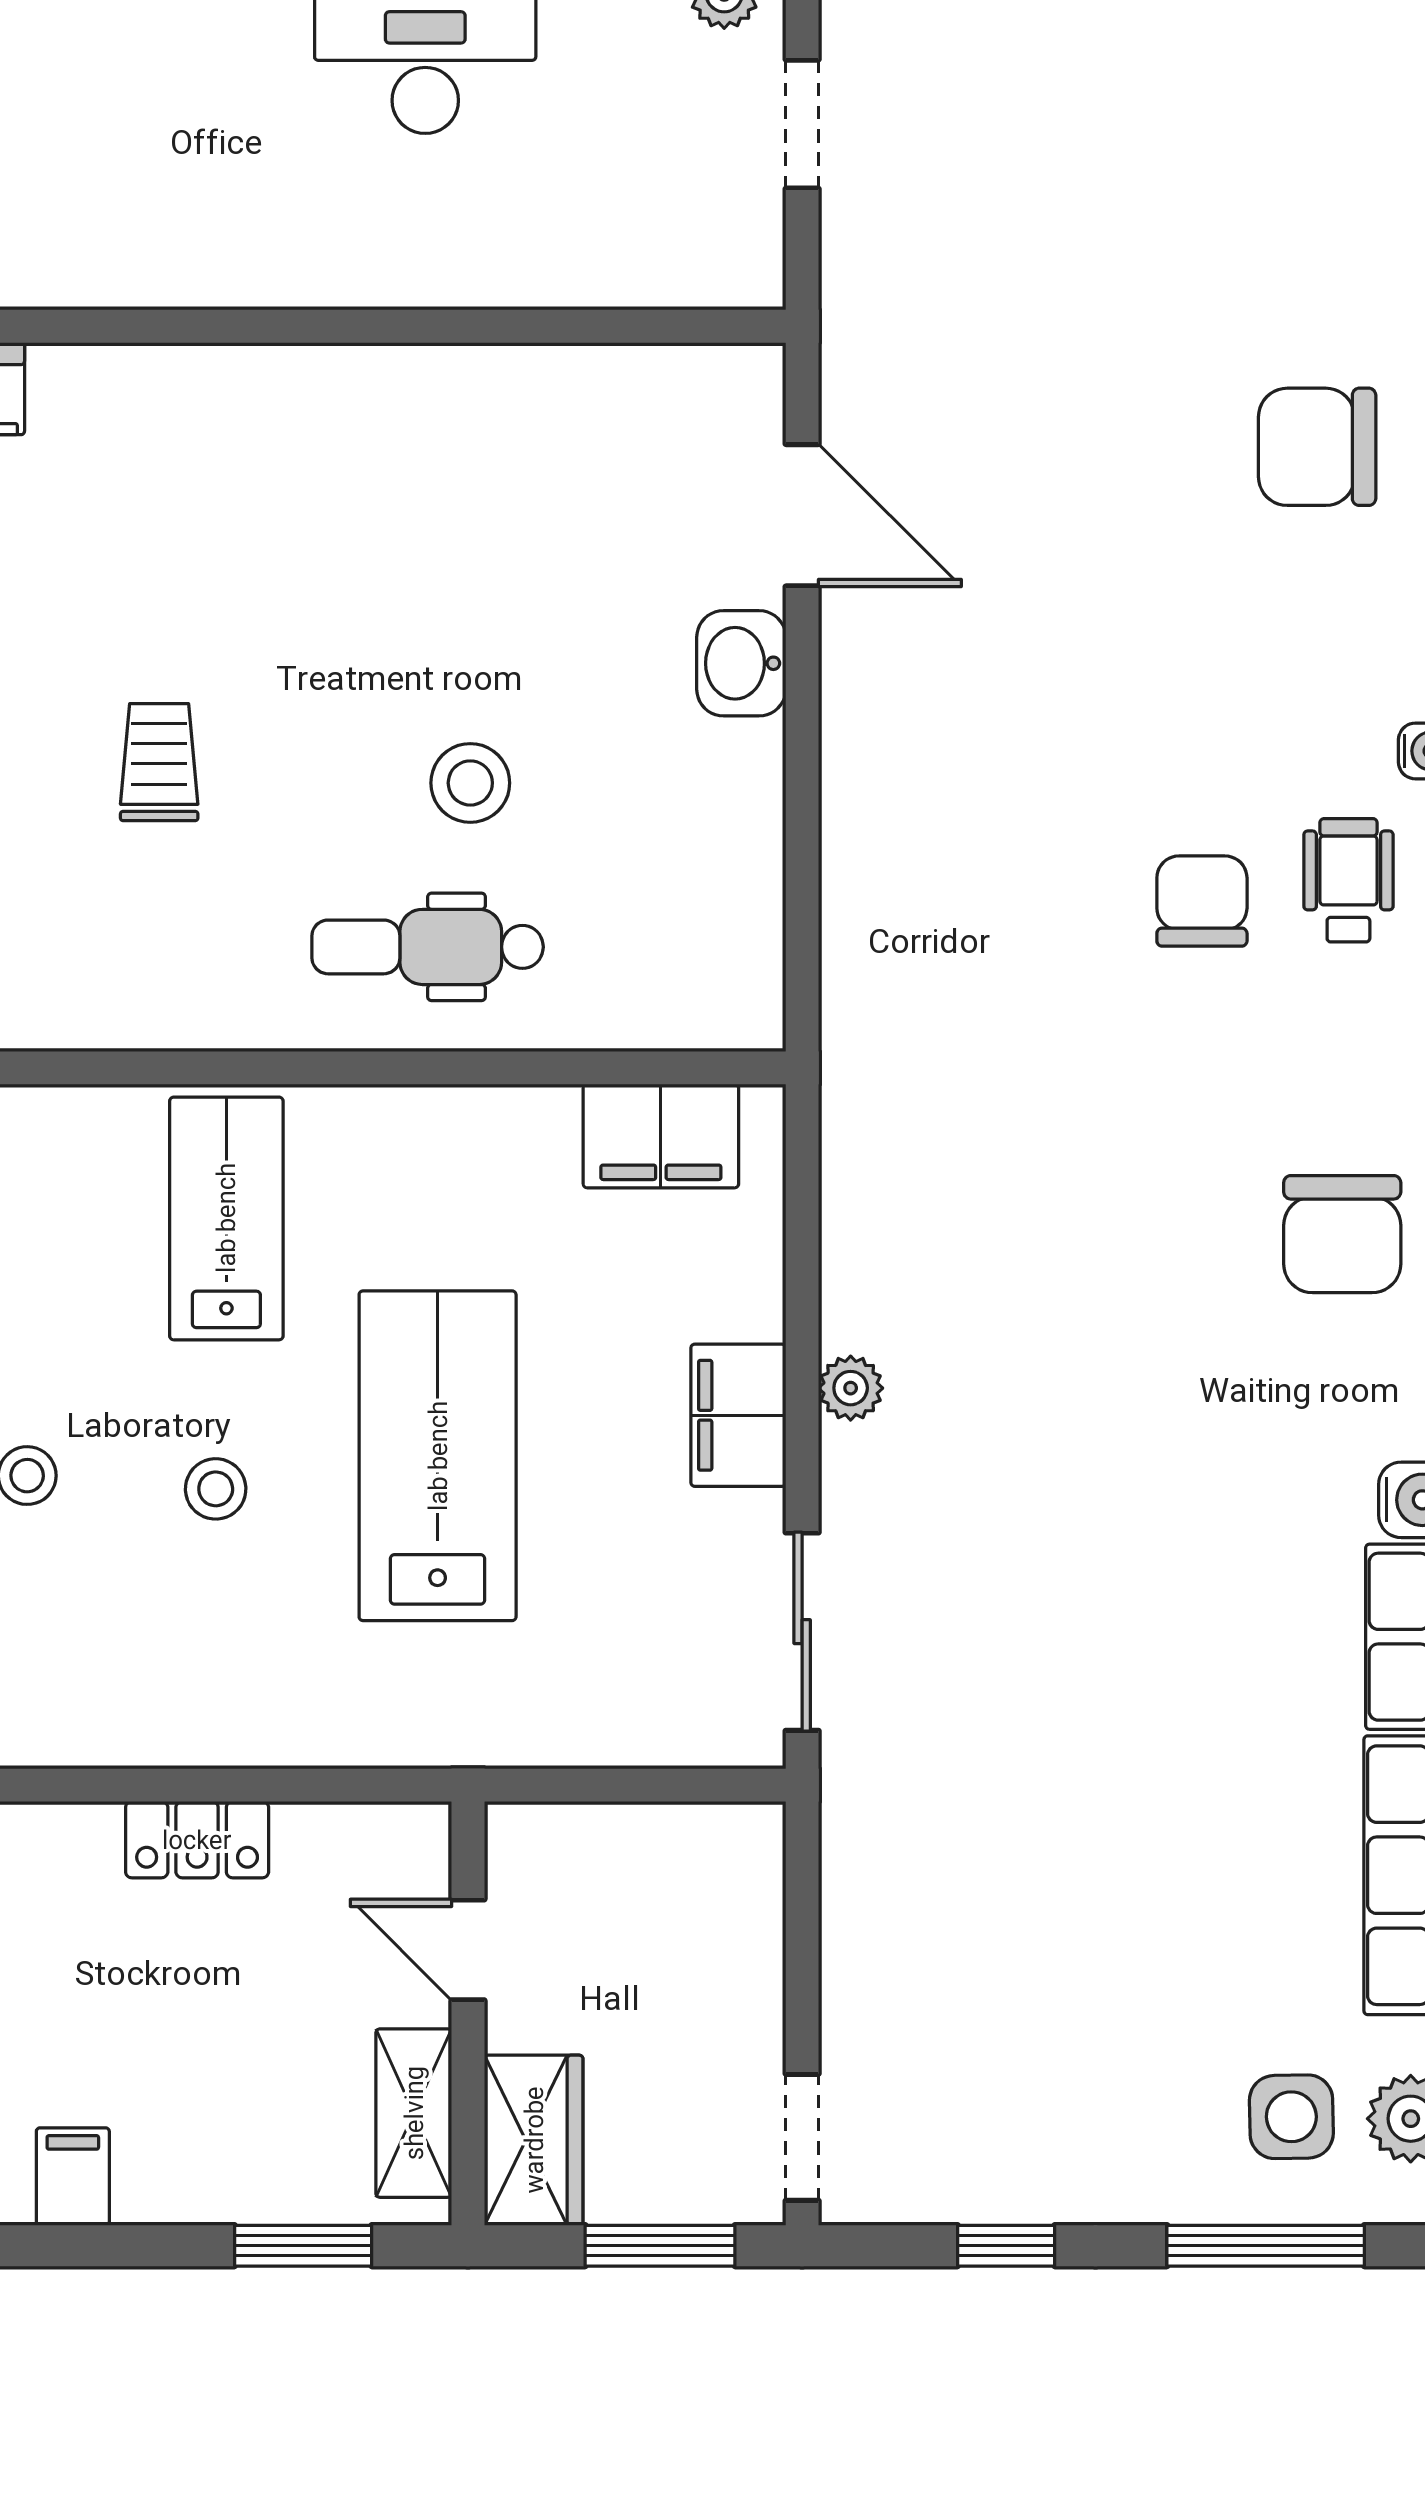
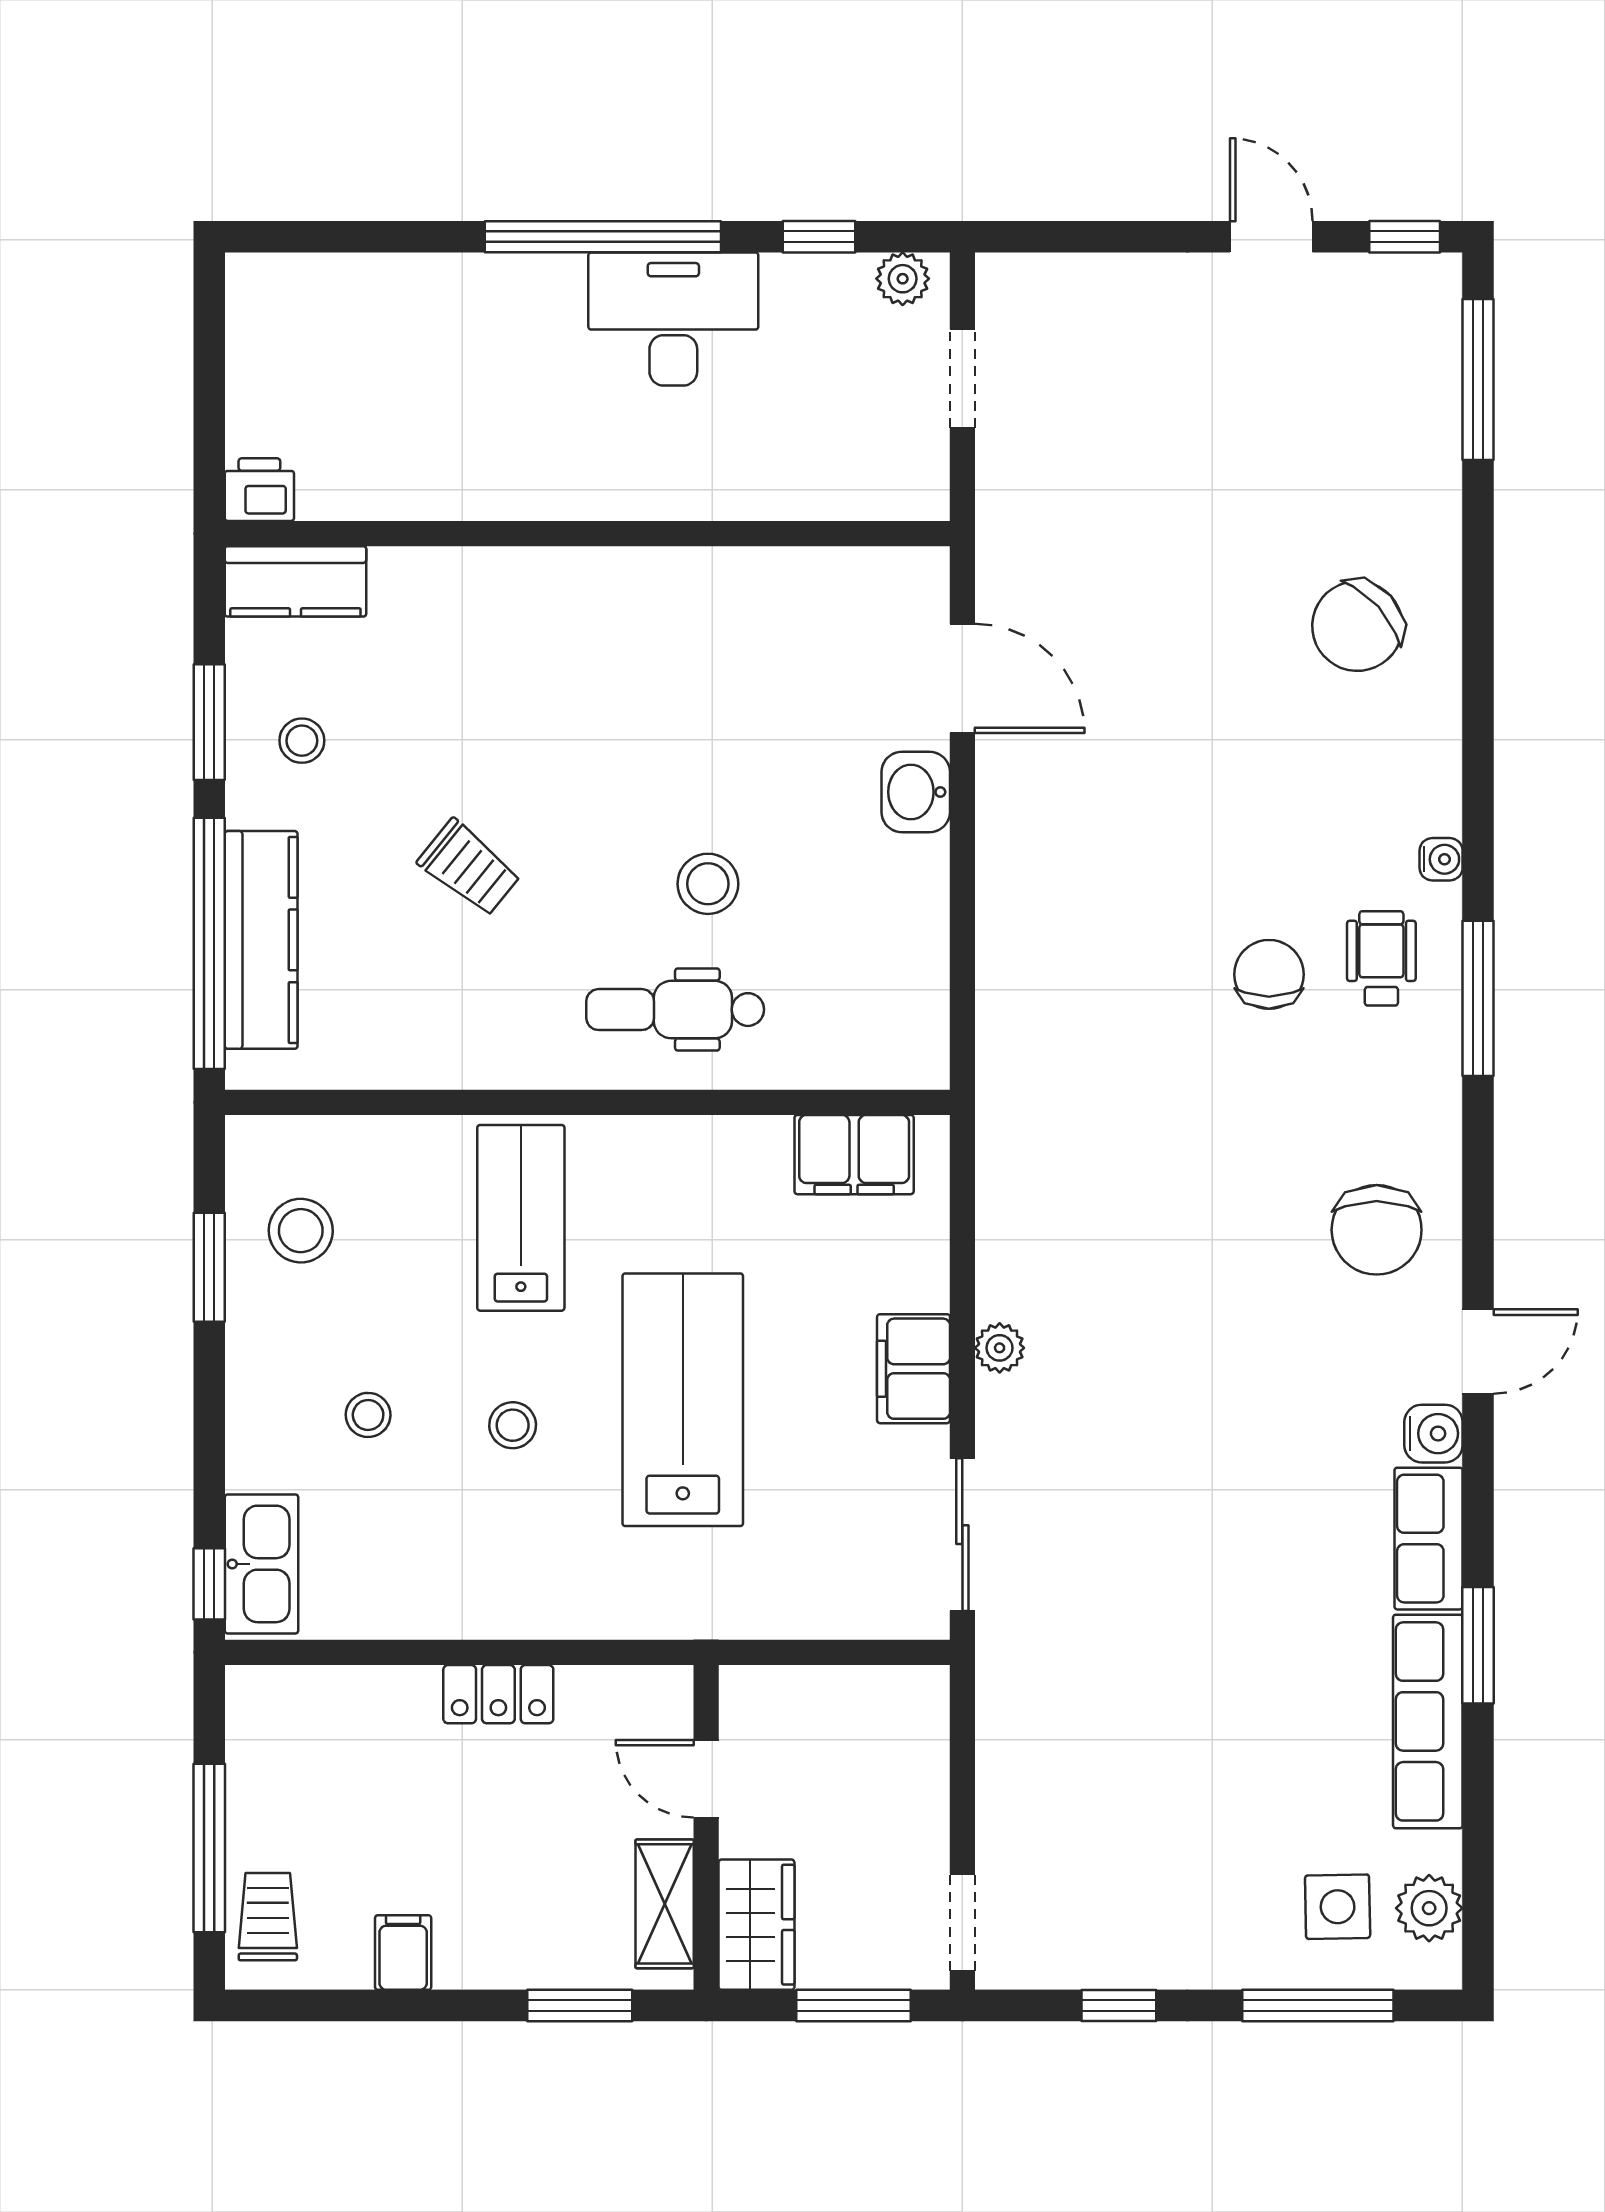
chair: (1317, 447) -> (1357, 626), turned -42
trolley: (159, 762) -> (469, 868), turned 129

